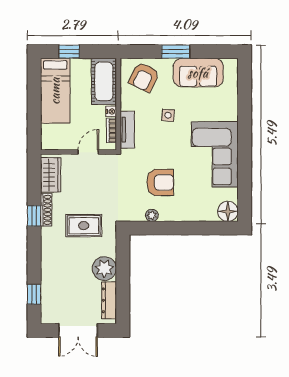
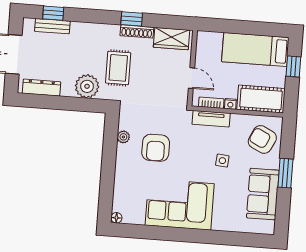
floor lamp: (228, 211) -> (116, 218), width x0.53, depth x0.53
plant: (104, 269) -> (87, 86), moved
bench: (47, 294) -> (52, 26), added

